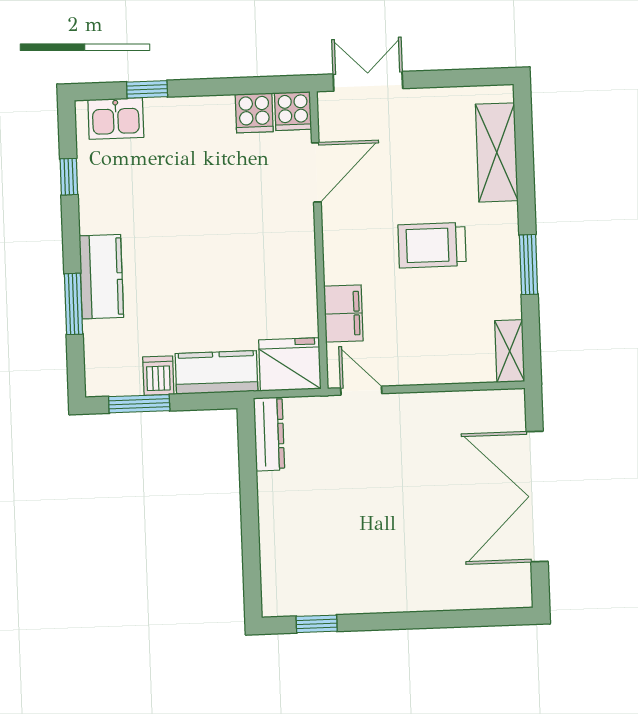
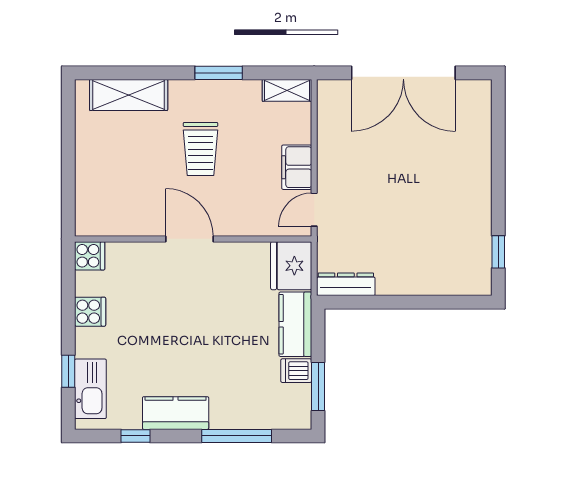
double door: (368, 81) -> (68, 195), removed
cooker: (254, 113) -> (90, 312), moved
kitchen sink: (116, 118) -> (90, 389), width x1.38
door: (316, 172) -> (189, 239), moved
kitchen counter: (101, 277) -> (176, 413), moved
window: (74, 304) -> (237, 436), width x1.44
filing cabinet: (343, 314) -> (297, 167), moved, turned -90

